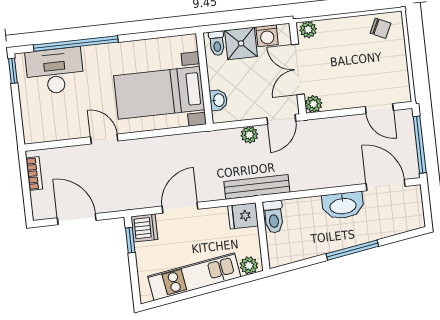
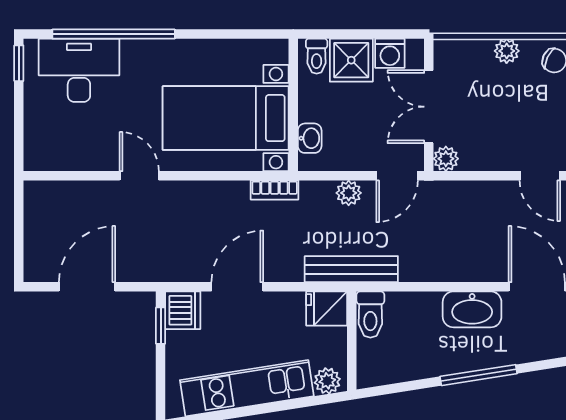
plant: (308, 30) -> (507, 51), moved
bookcase: (34, 174) -> (275, 190), moved, turned 90
door: (77, 219) -> (87, 287), hinge flipped

